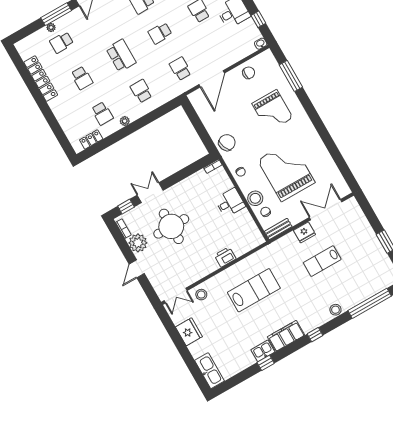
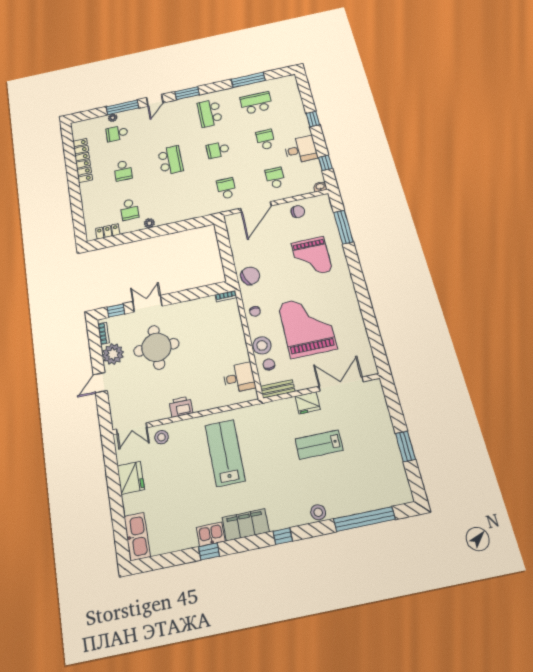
school desk: (141, 91) -> (275, 178), moved
desk: (230, 203) -> (239, 378), moved
printer: (225, 257) -> (181, 407), moved
lab bench: (254, 290) -> (225, 453), turned -90

